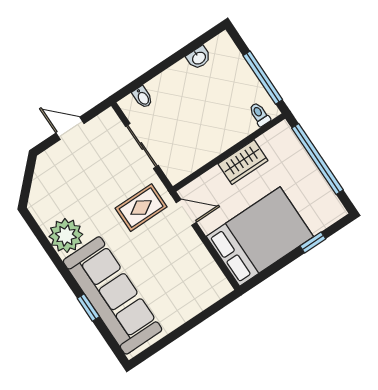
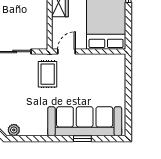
plant: (66, 236) -> (14, 130), moved, width x0.53, depth x0.53

